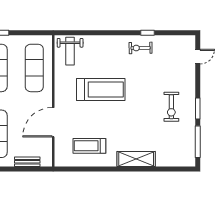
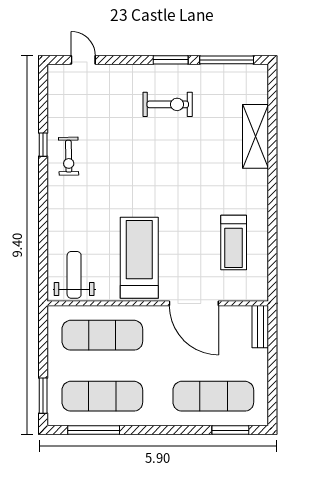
weight bench: (70, 51) -> (74, 275), turned -90
treadmill: (101, 90) -> (139, 258), moved
shelving: (136, 159) -> (256, 136), moved
bench: (27, 162) -> (260, 327), moved

